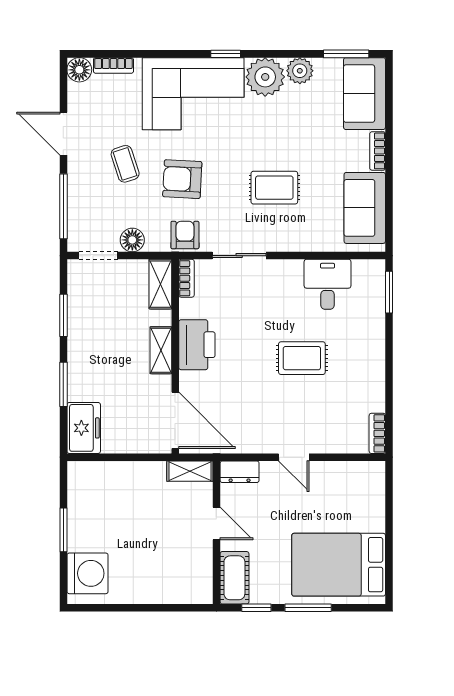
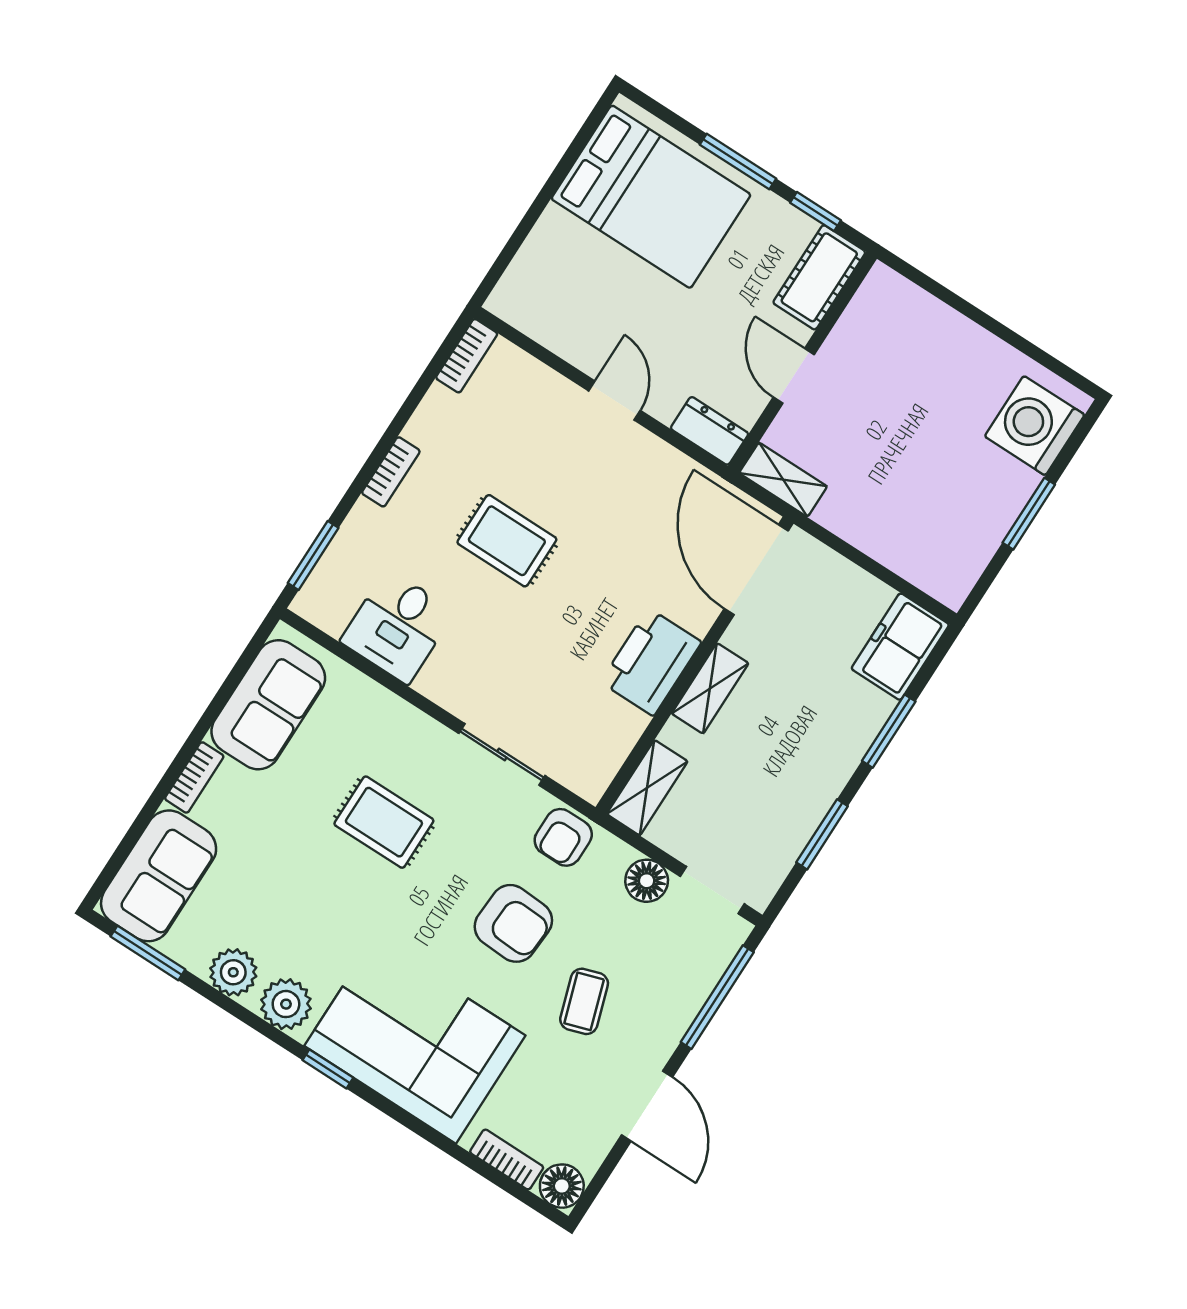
plant: (265, 77) -> (286, 1004), width x0.73, depth x0.73
bookcase: (186, 278) -> (391, 472), moved, turned 180

